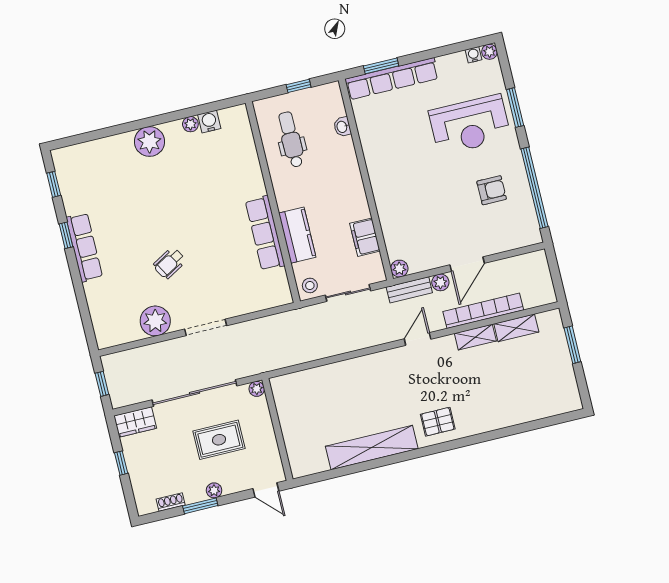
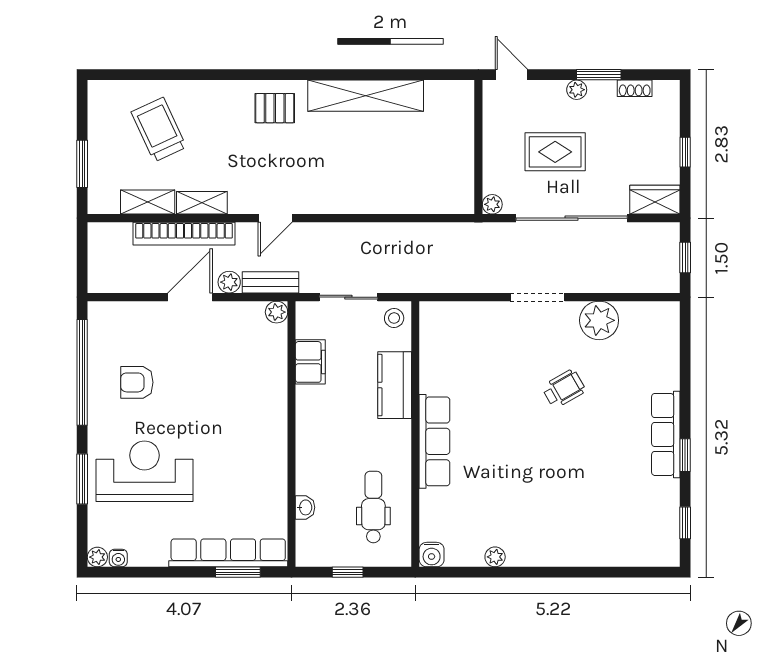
water cooler: (209, 121) -> (432, 555), moved
dental chair: (291, 140) -> (373, 507), turned 180
plant: (149, 142) -> (552, 548), removed
row of seats: (265, 233) -> (434, 441), moved
trolley: (521, 384) -> (159, 130), added

